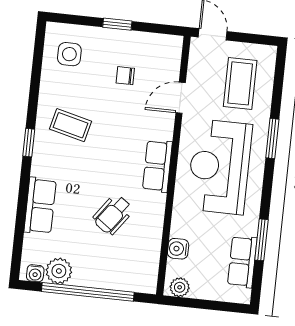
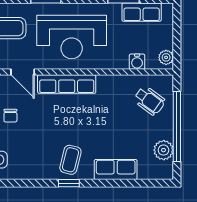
coffee table: (71, 125) -> (70, 160), moved
row of seats: (157, 166) -> (67, 84), width x1.48
wheelchair: (113, 215) -> (149, 101), moved
water cooler: (35, 273) -> (167, 168), removed

